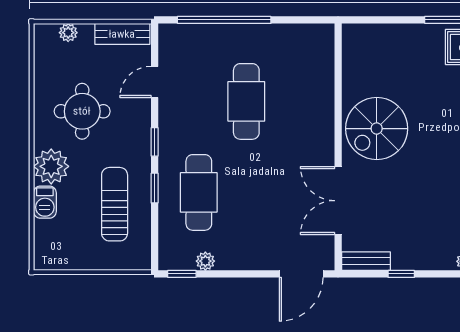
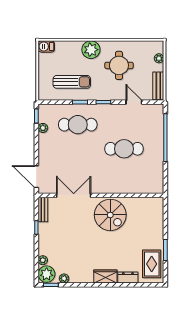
spiral stairs: (377, 129) -> (110, 215), turned 180
barbecue: (45, 202) -> (46, 46), moved

